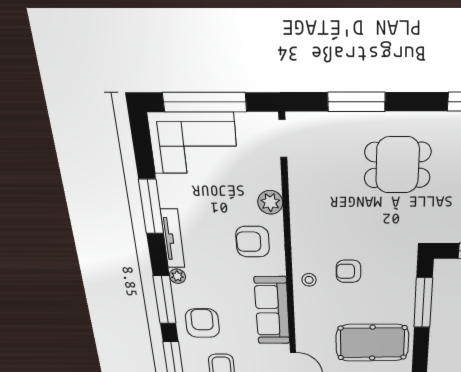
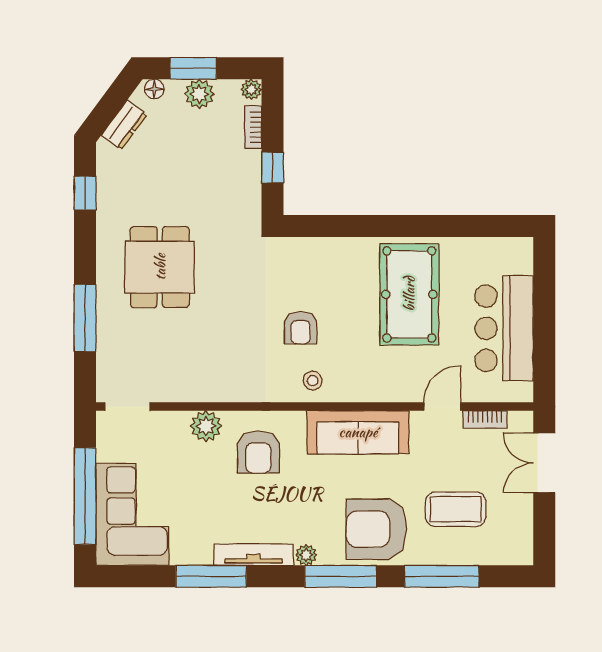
window: (423, 303) -> (348, 226), removed
armchair: (202, 323) -> (376, 529), width x1.36, depth x1.36

